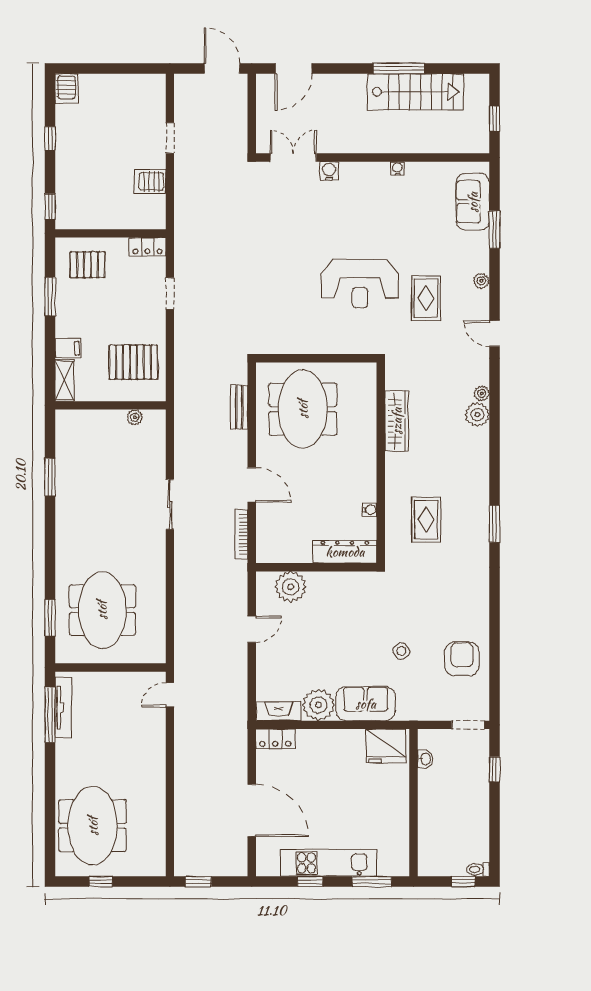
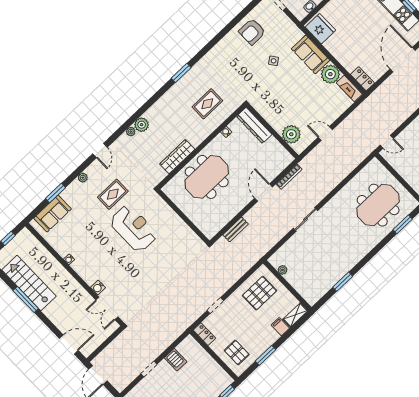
pallet: (133, 362) -> (259, 293), turned 90
meeting table: (303, 409) -> (207, 177), moved

